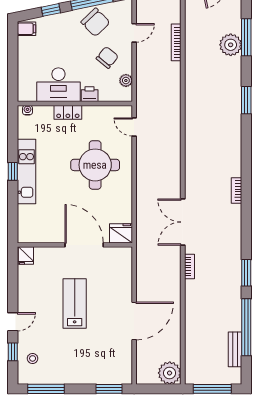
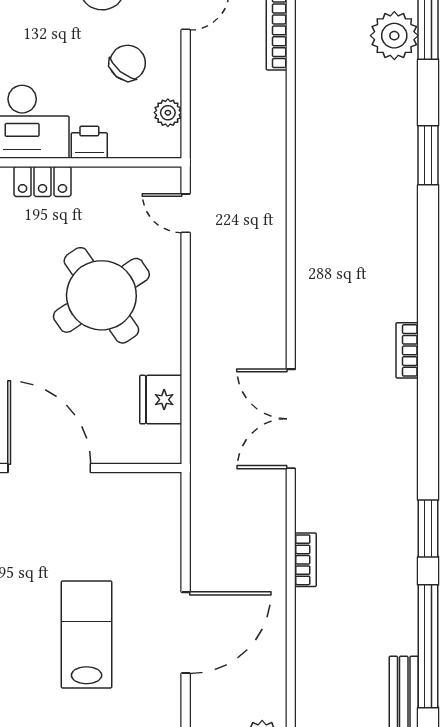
round table: (95, 165) -> (101, 295), turned -34
fridge: (121, 233) -> (161, 400), moved, turned -90
door: (84, 245) -> (49, 468), moved
bookcase: (190, 267) -> (305, 560), moved
lab bench: (75, 304) -> (87, 634), moved

